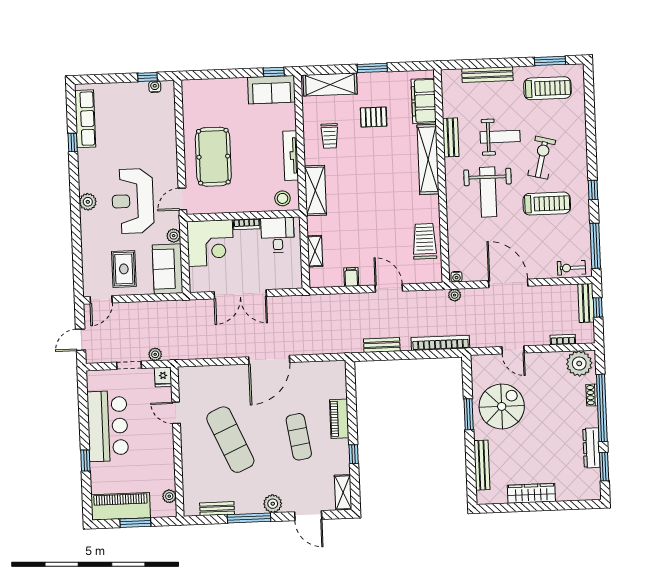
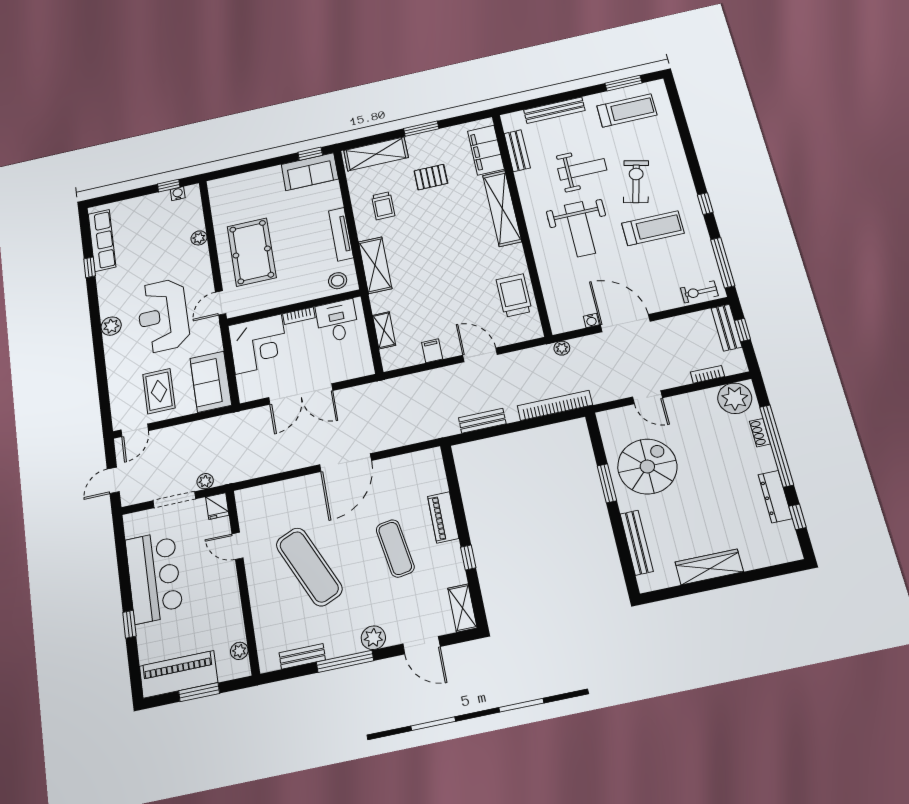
bench: (451, 137) -> (517, 151), moved
plant: (174, 236) -> (199, 238), moved
water cooler: (457, 277) -> (591, 320), moved
doorway: (129, 365) -> (174, 500), width x1.38
window: (604, 467) -> (797, 517), width x0.67

